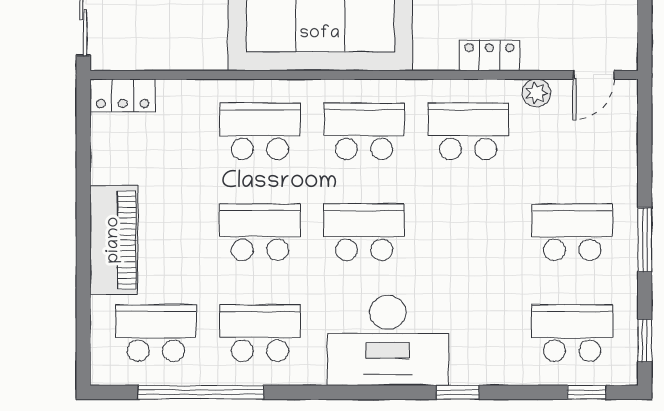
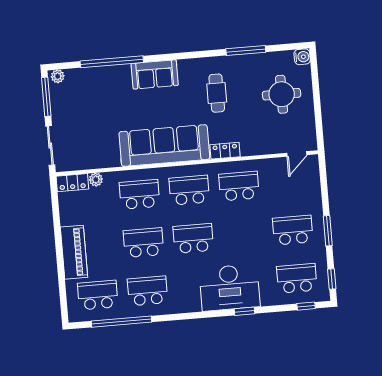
locker: (489, 55) -> (225, 151), moved
plant: (536, 93) -> (96, 180), moved
desk: (388, 340) -> (230, 287), moved

